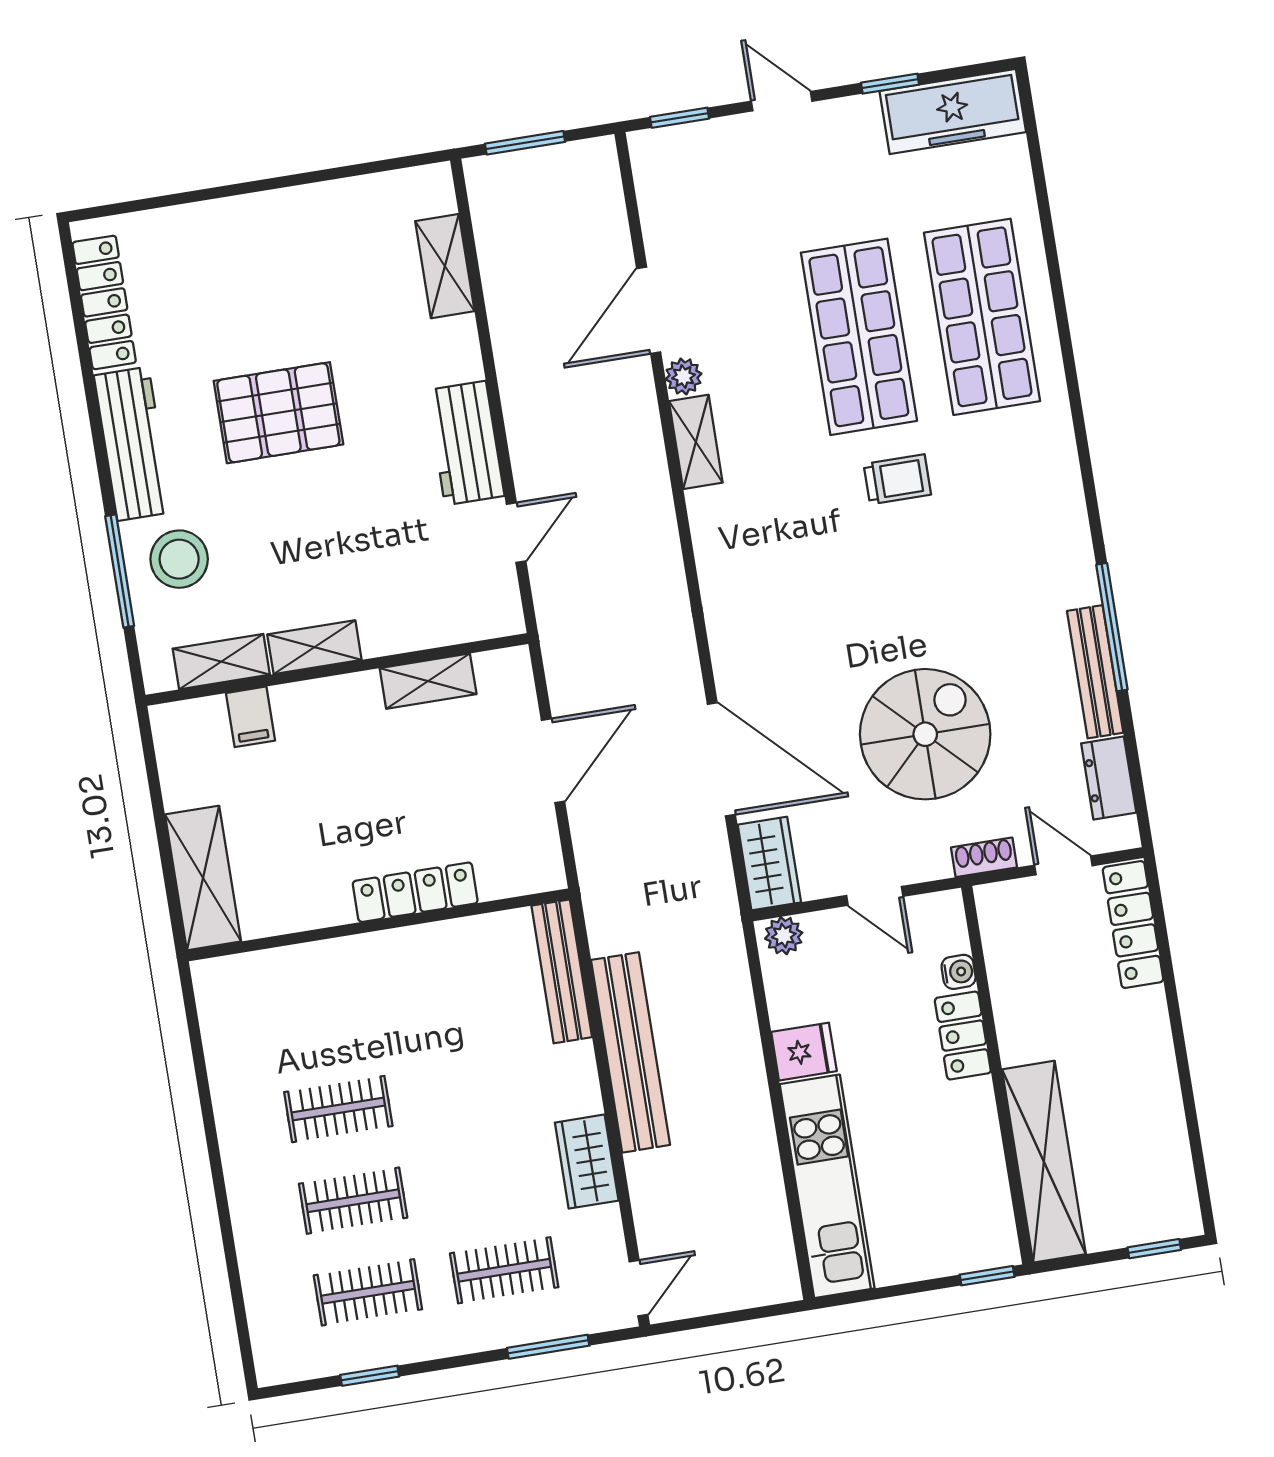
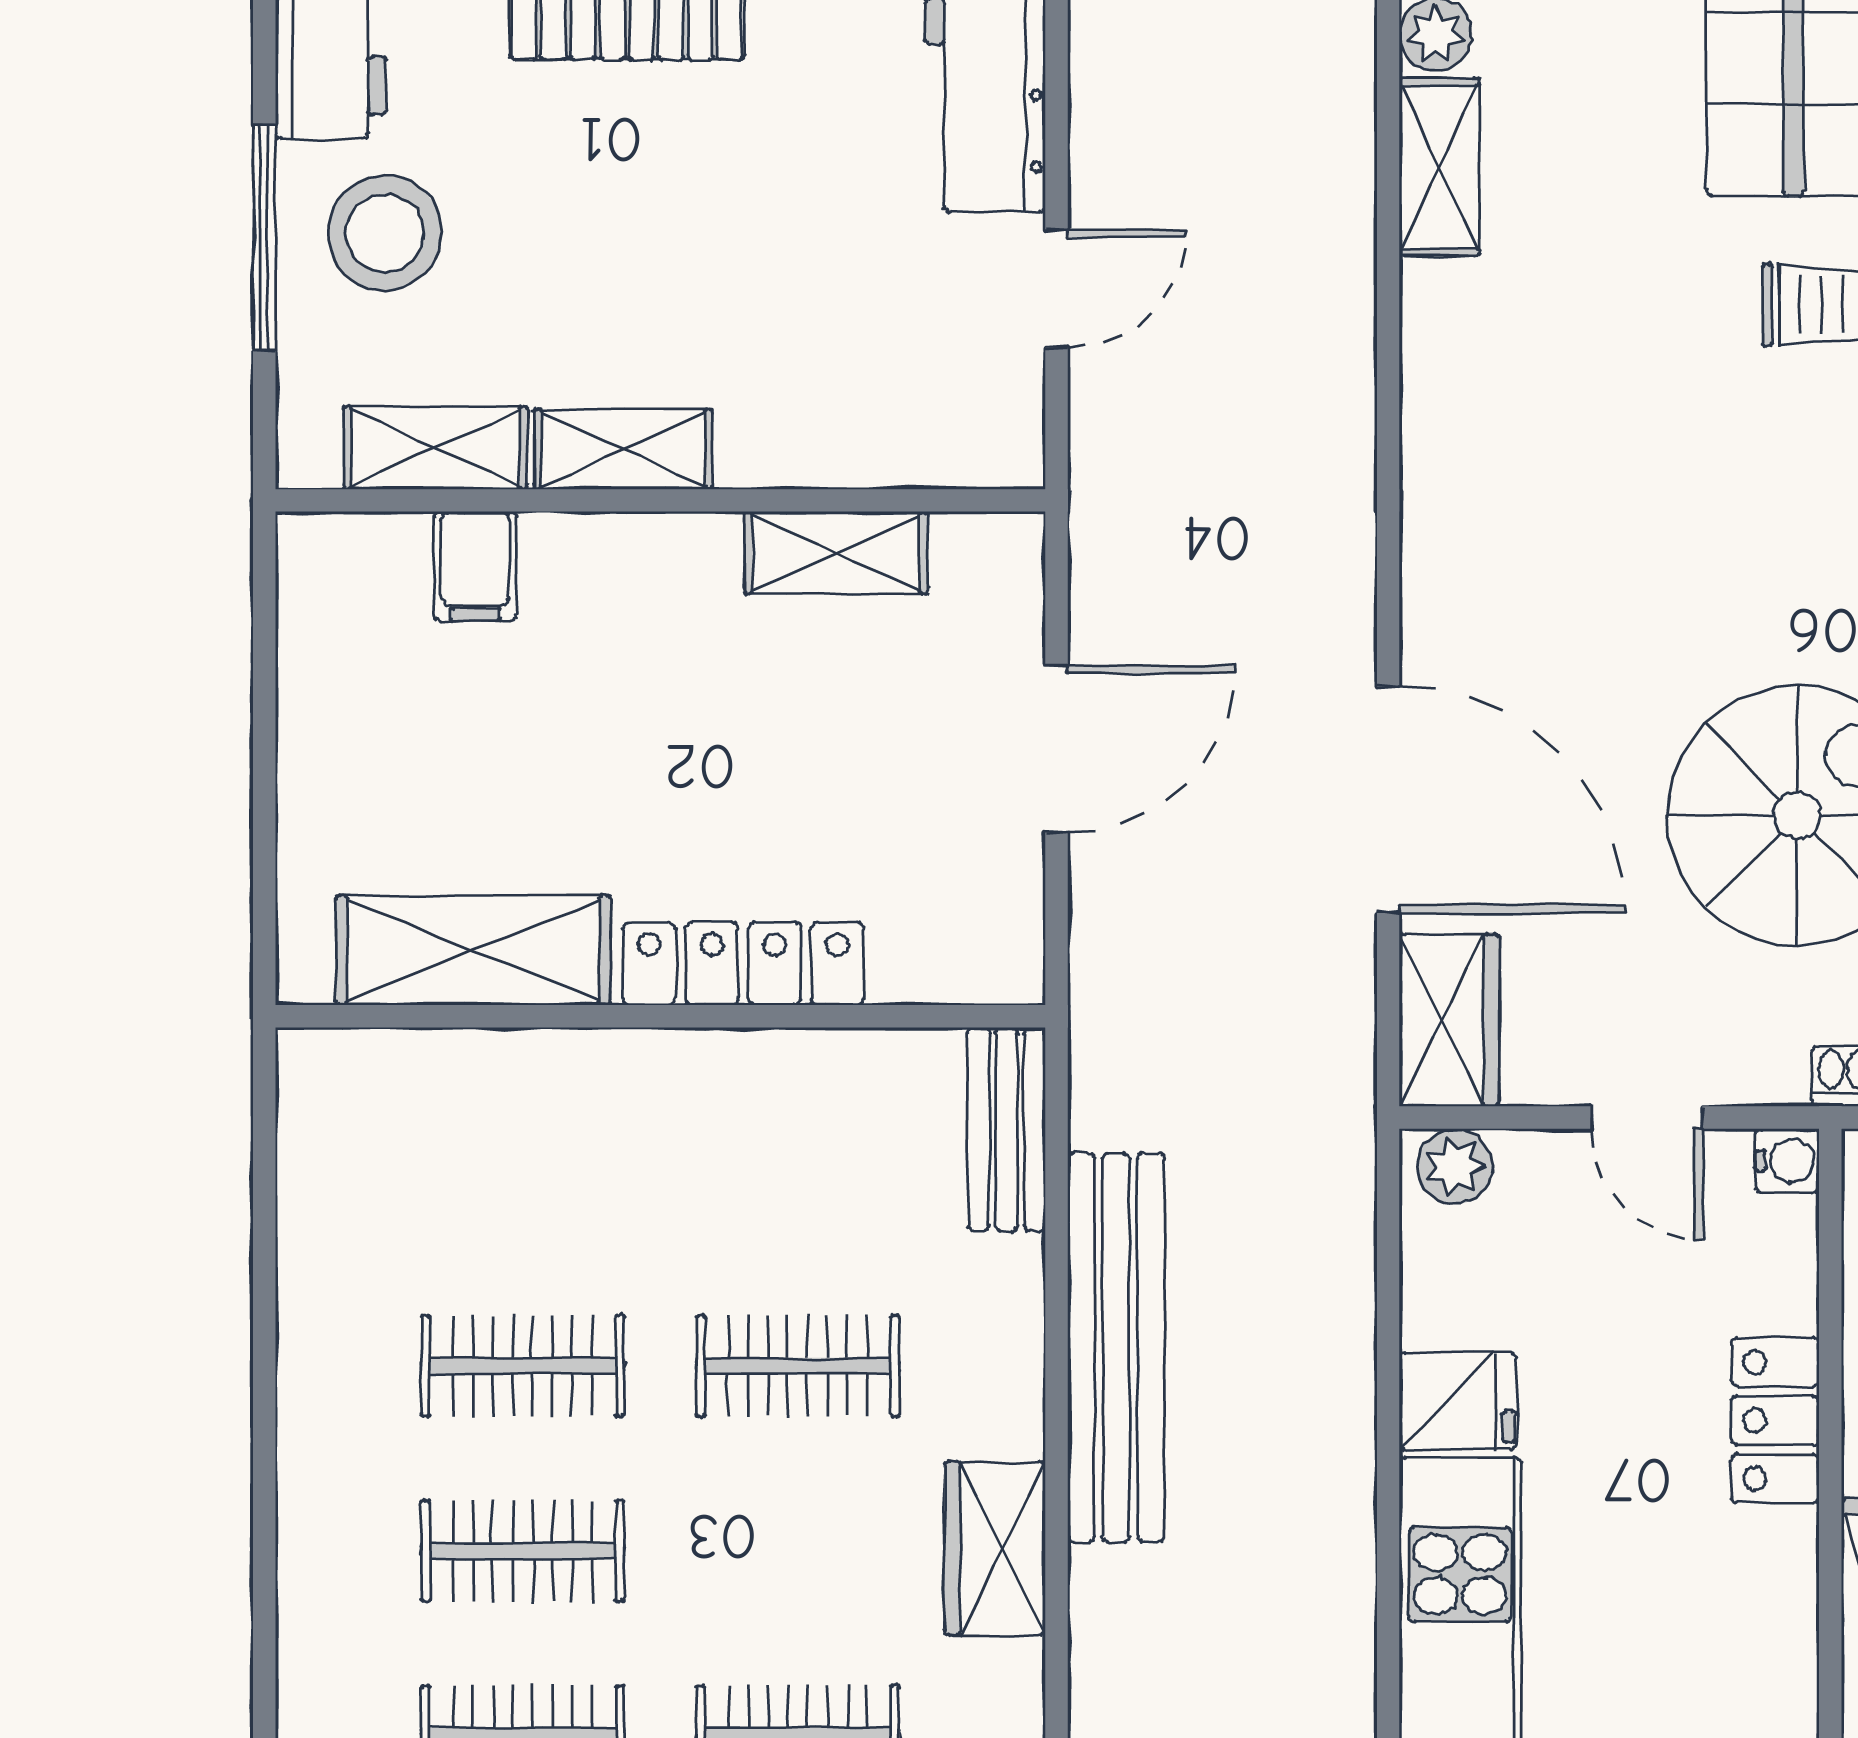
shelving: (203, 878) -> (473, 950), moved, turned 90
bench: (562, 971) -> (1006, 1129), width x0.73
water cooler: (959, 972) -> (1787, 1161), moved
clothes rail: (474, 1087) -> (798, 1366), added

